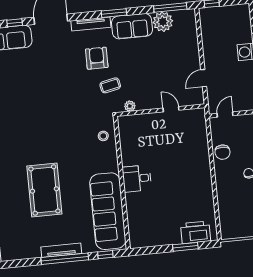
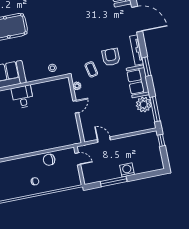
armchair: (97, 58) -> (111, 57), turned -90
door: (171, 109) -> (76, 107), moved

